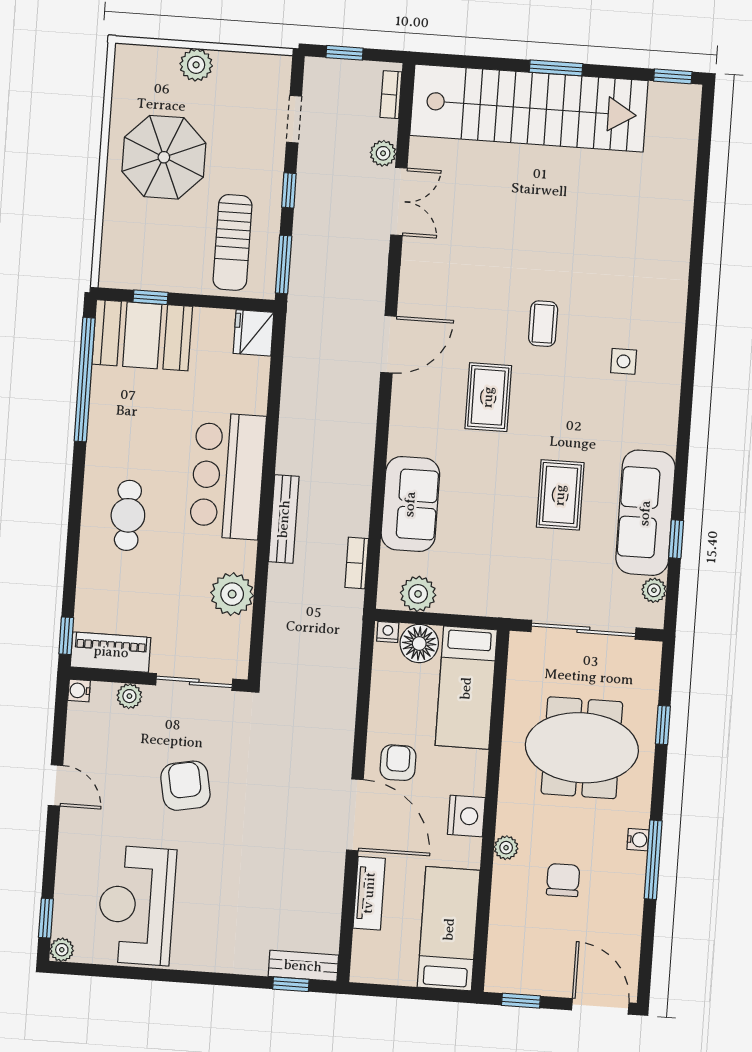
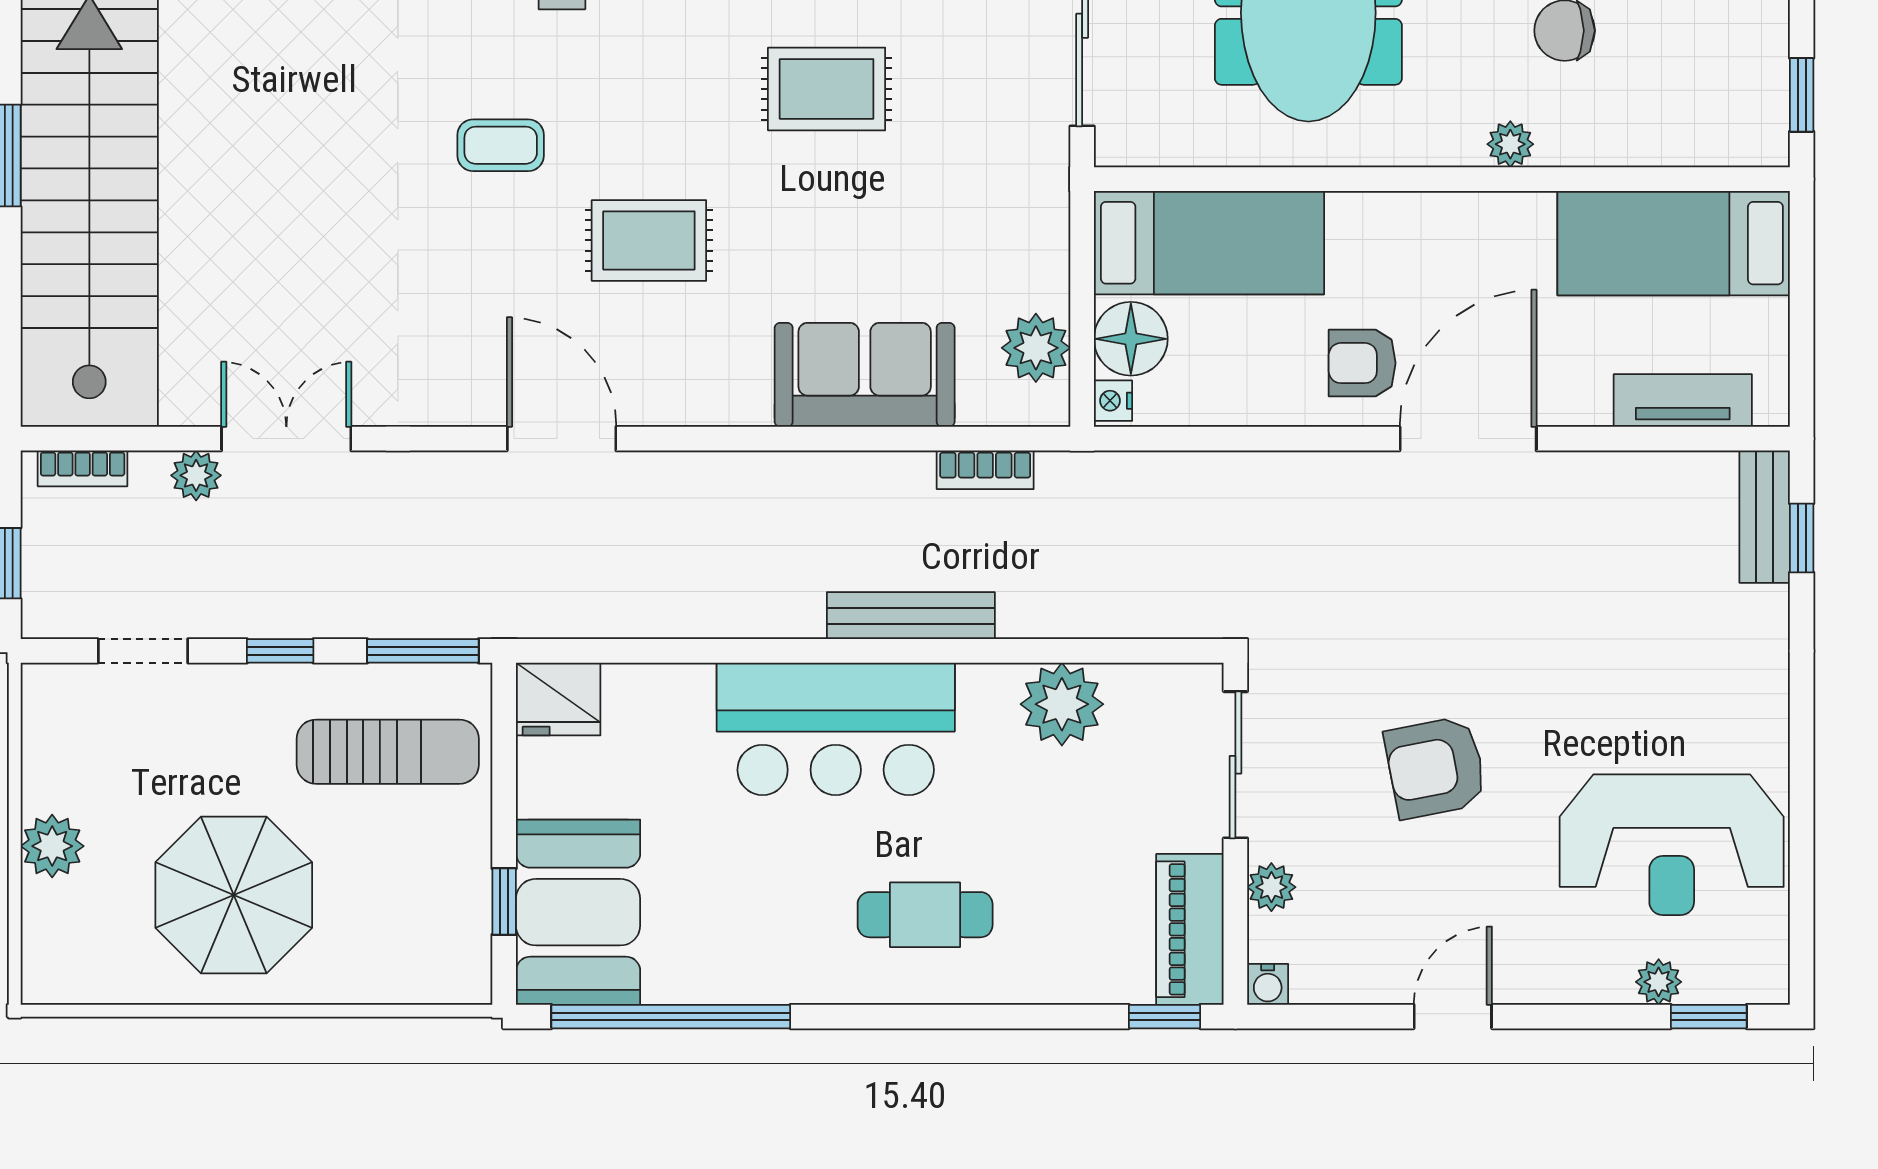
nightstand: (466, 816) -> (1455, 225), removed
tv unit: (369, 893) -> (1683, 400), moved
plant: (62, 950) -> (1659, 982), moved

